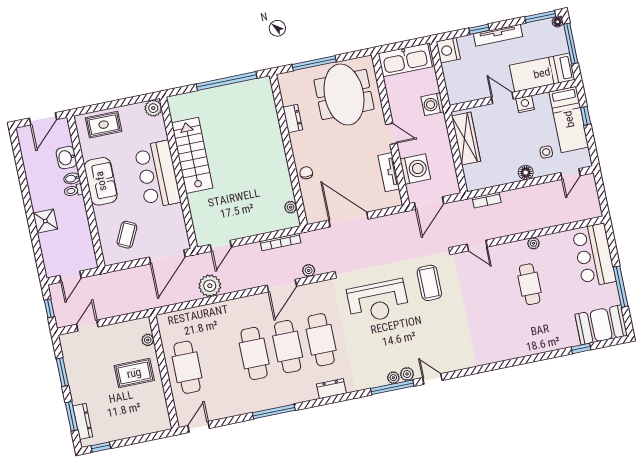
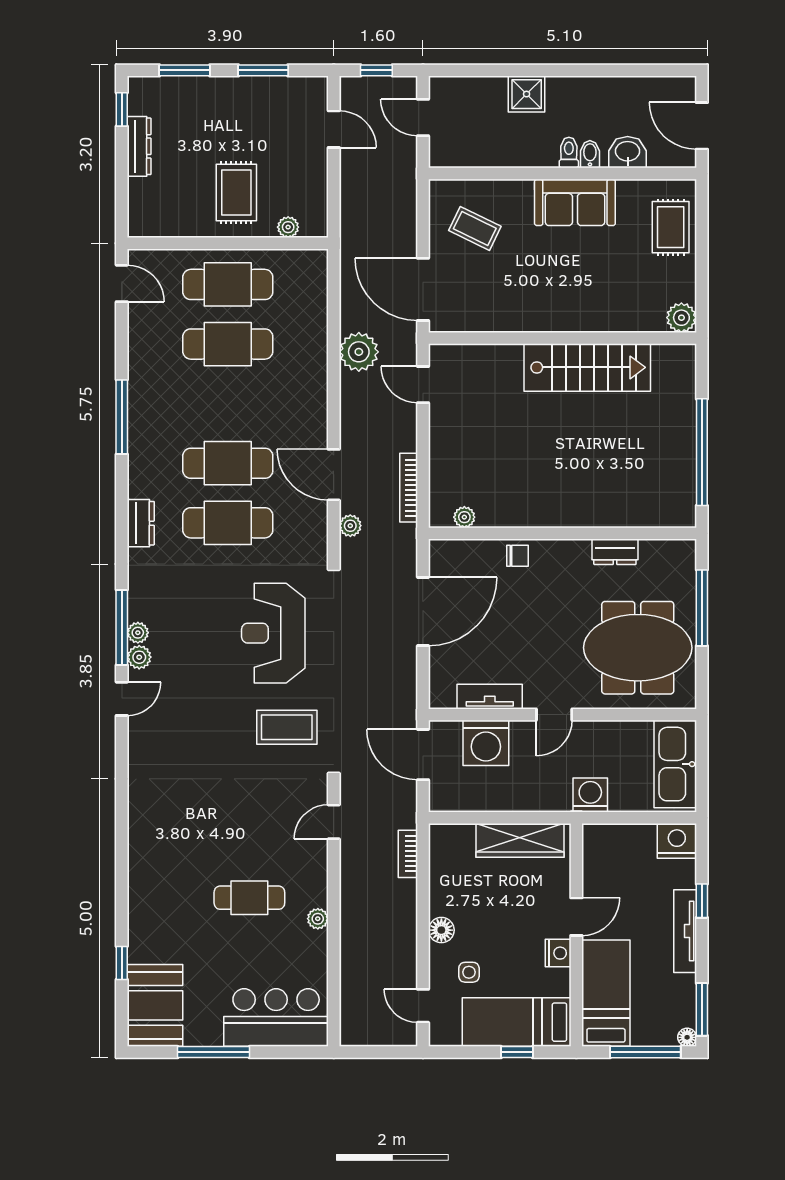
bar counter: (158, 175) -> (567, 302), removed
cafe table: (254, 353) -> (228, 344), moved
dresser: (83, 421) -> (139, 146), moved, turned -90

